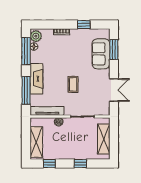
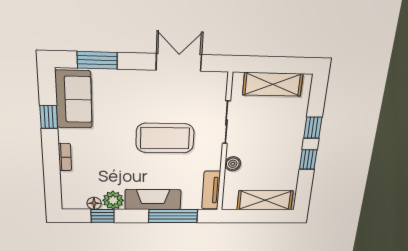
plant: (36, 36) -> (113, 200), moved
window: (26, 51) -> (103, 216), width x0.46
sofa: (101, 54) -> (74, 99), moved, turned -90
coffee table: (73, 84) -> (165, 138), width x1.86, depth x1.72
tv unit: (47, 111) -> (211, 190), width x0.71
window: (49, 163) -> (308, 160), moved

